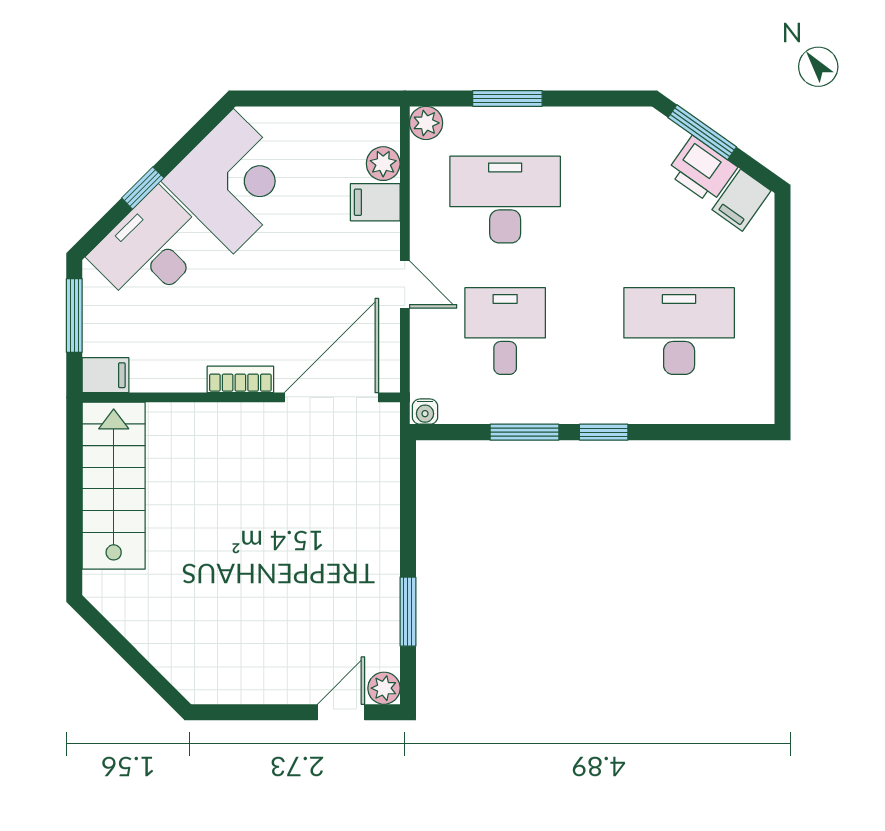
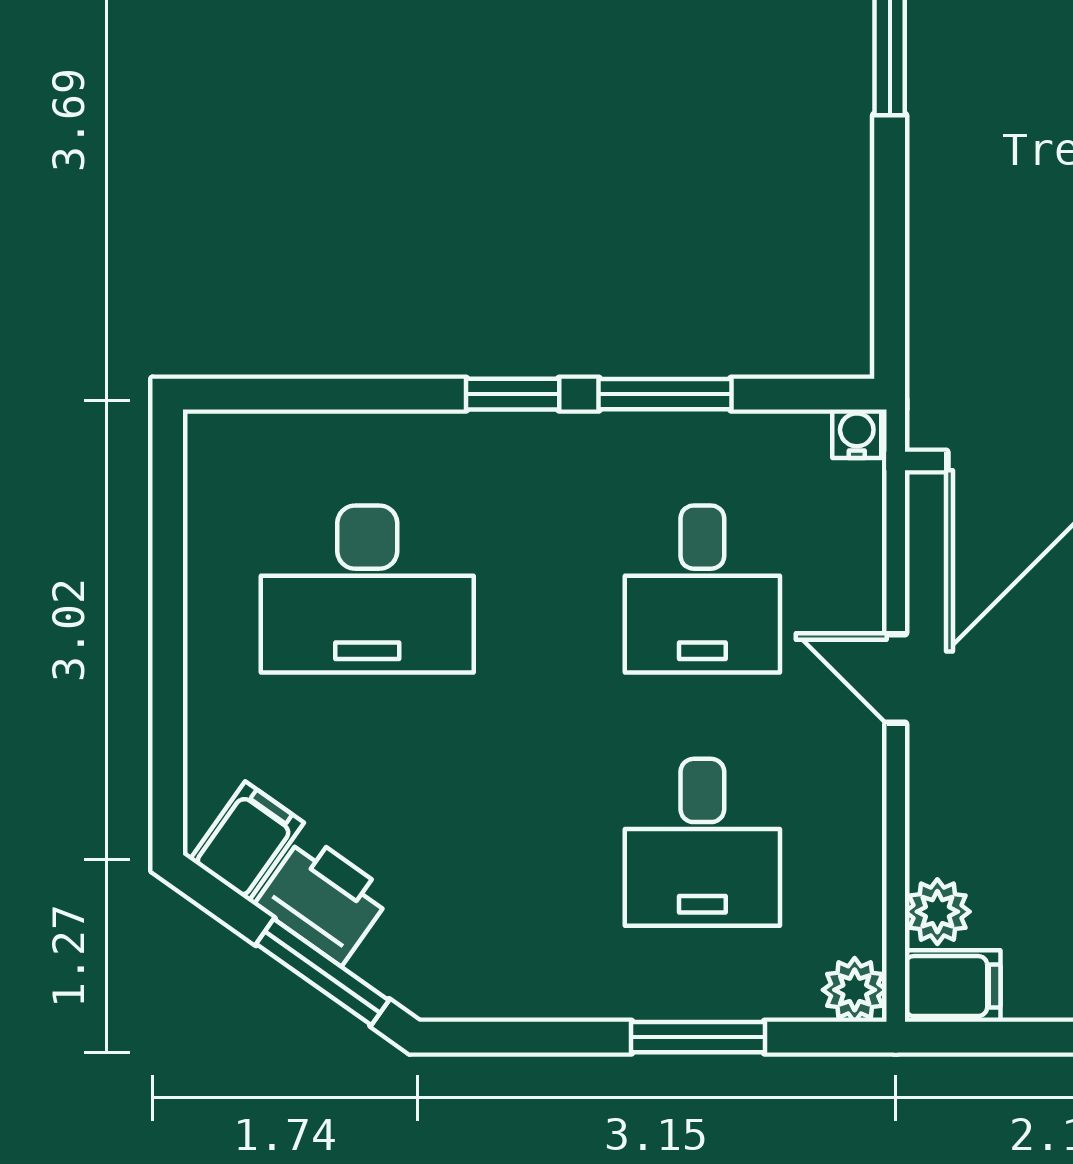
desk: (505, 200) -> (702, 842), width x0.73
filing cabinet: (375, 202) -> (953, 986), moved

